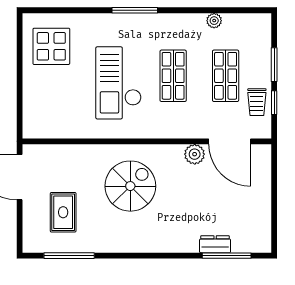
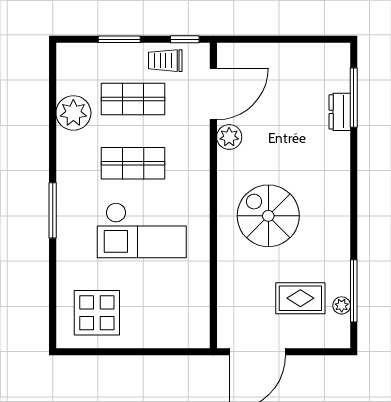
plant: (214, 21) -> (73, 113), width x1.87, depth x1.87
trolley: (257, 102) -> (165, 61), turned 180
window: (274, 103) -> (185, 39), moved
plant: (57, 246) -> (342, 305), added

